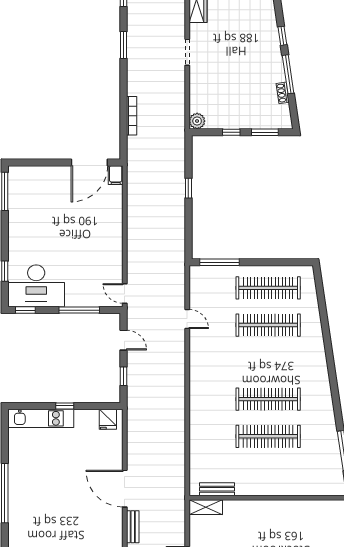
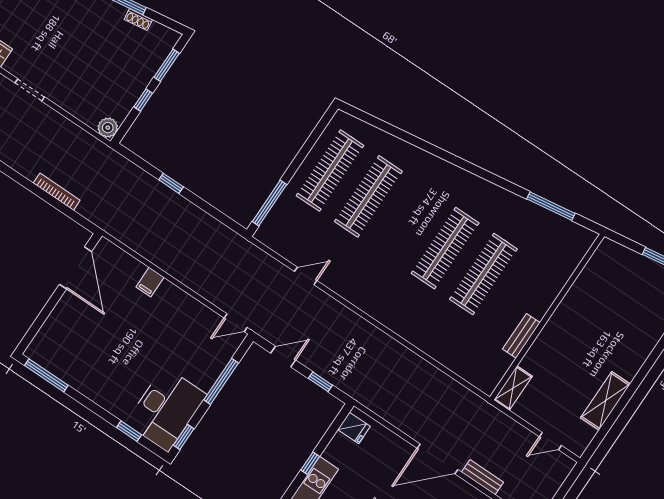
filing cabinet: (116, 175) -> (150, 282), moved, turned 90
bench: (217, 489) -> (521, 336), moved

